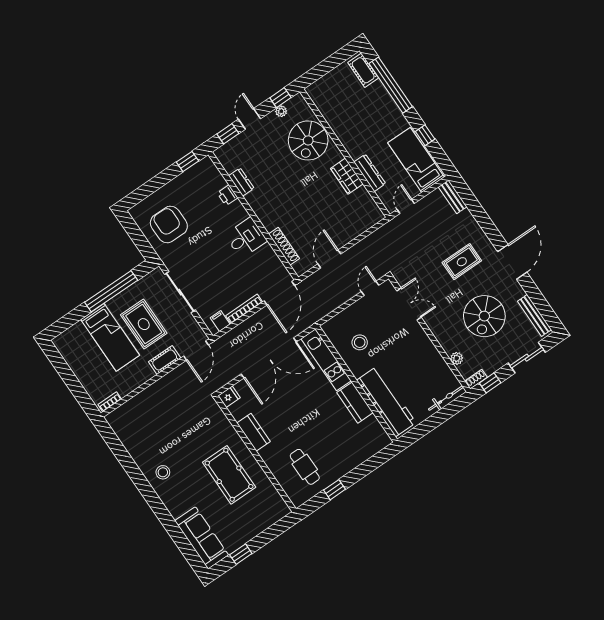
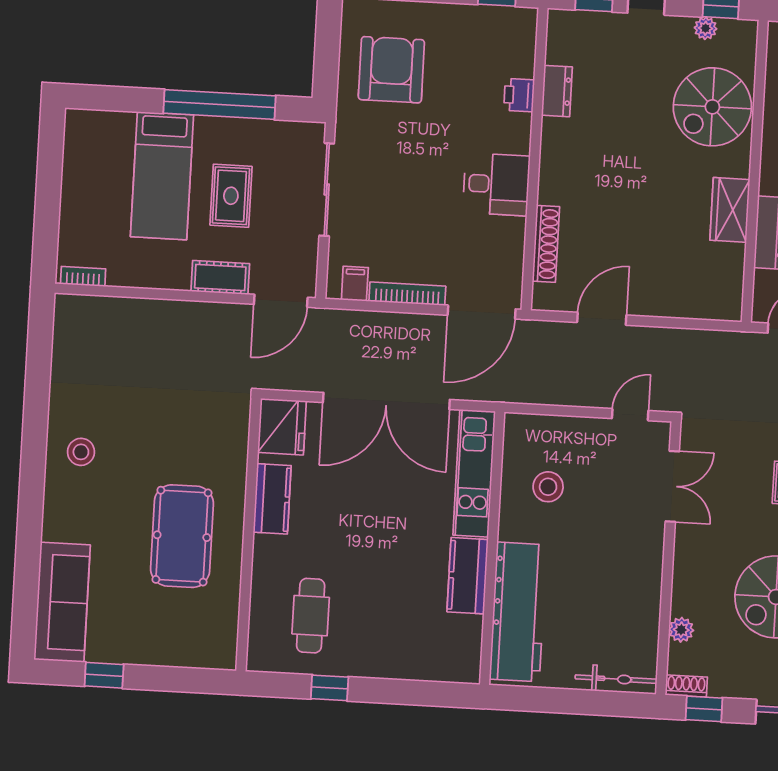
rug: (144, 324) -> (231, 196), width x0.73, depth x0.70
fridge: (229, 397) -> (282, 427), width x1.88, depth x1.34

